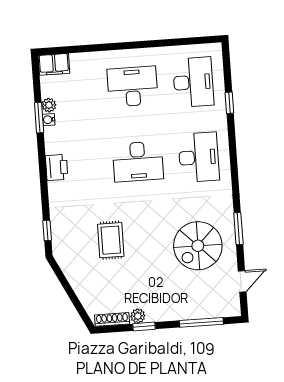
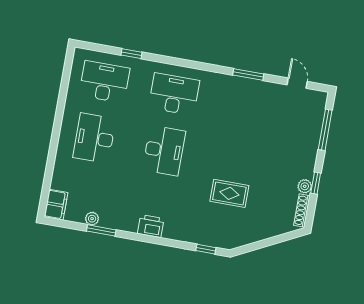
water cooler: (49, 120) -> (105, 222), removed
spiral stairs: (198, 246) -> (255, 115), removed

